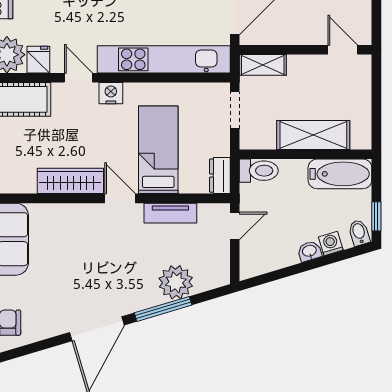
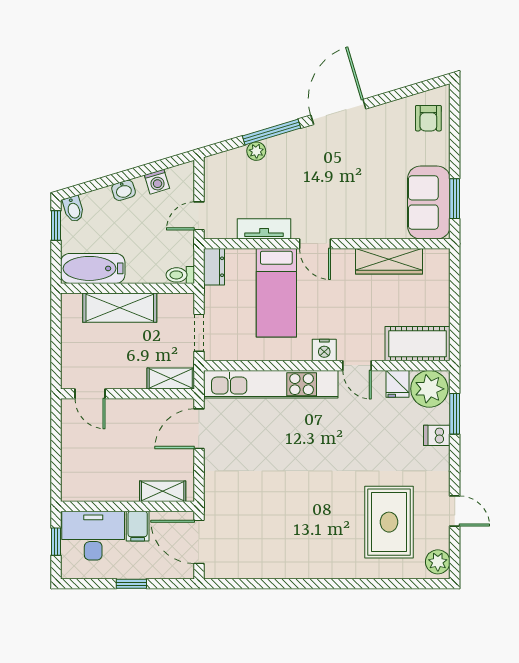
toilet: (259, 171) -> (180, 275), width x0.73, depth x0.72
wardrobe: (70, 181) -> (389, 261), moved
washing machine: (331, 243) -> (157, 182), moved
plant: (176, 282) -> (256, 151), width x0.53, depth x0.53

